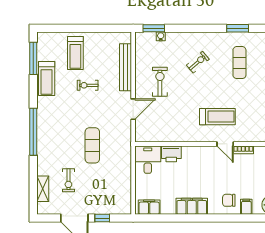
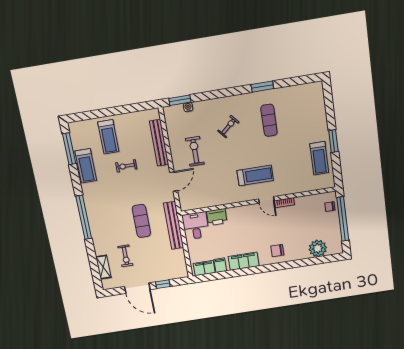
bench: (125, 156) -> (174, 225), added
filing cabinet: (246, 207) -> (220, 265), moved

